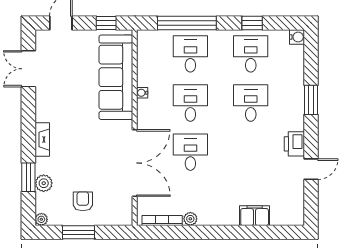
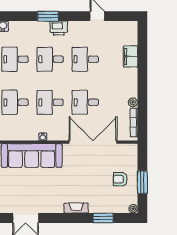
printer: (294, 144) -> (59, 28), moved
desk: (251, 152) -> (85, 59), added
plant: (44, 183) -> (107, 207), removed

